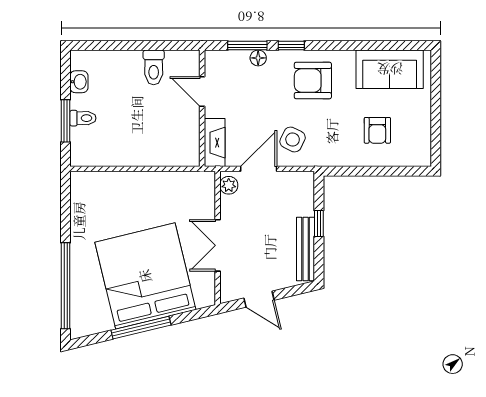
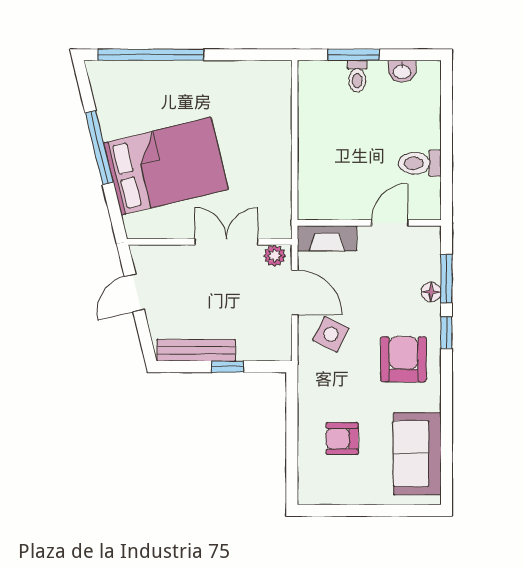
double door: (218, 245) -> (226, 242), moved
bed: (145, 276) -> (166, 166), width x0.73

